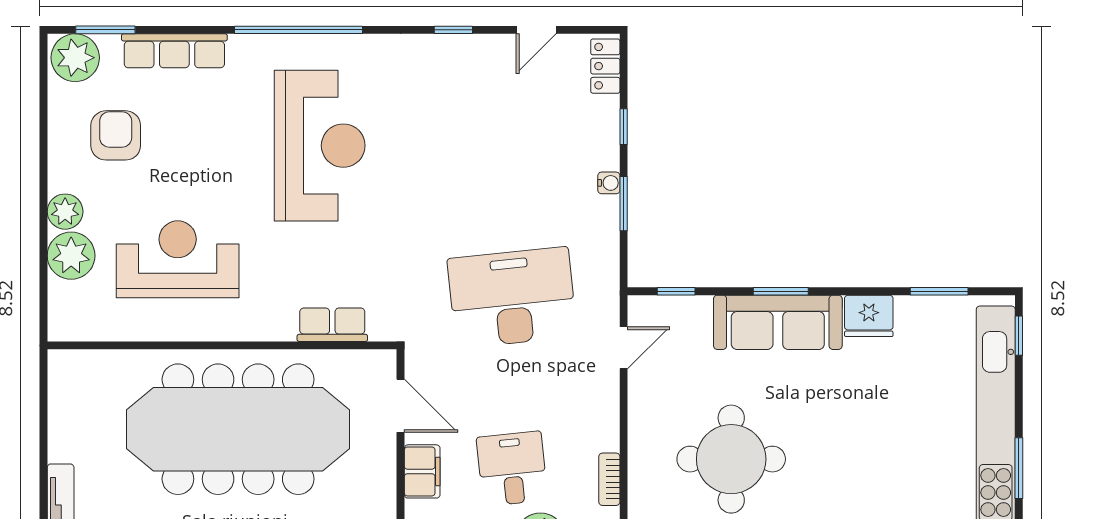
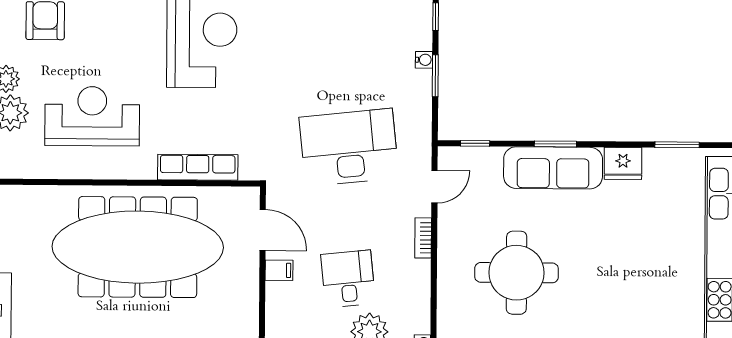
row of seats: (332, 325) -> (198, 167), width x1.48
filing cabinet: (422, 471) -> (279, 270), width x0.50
bookcase: (609, 479) -> (423, 238), moved

